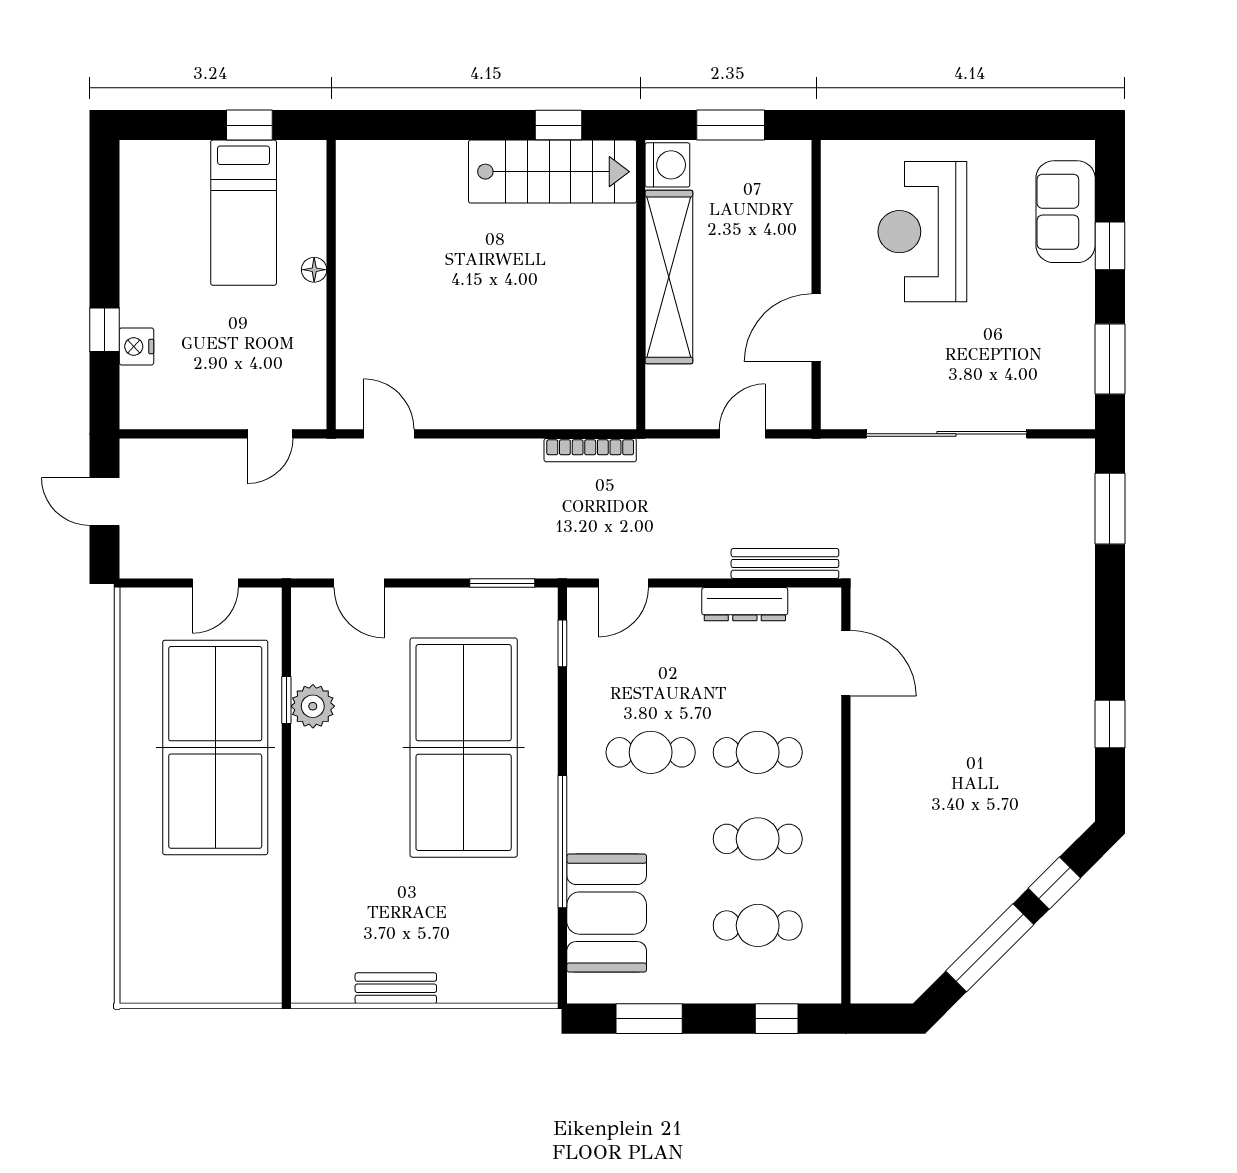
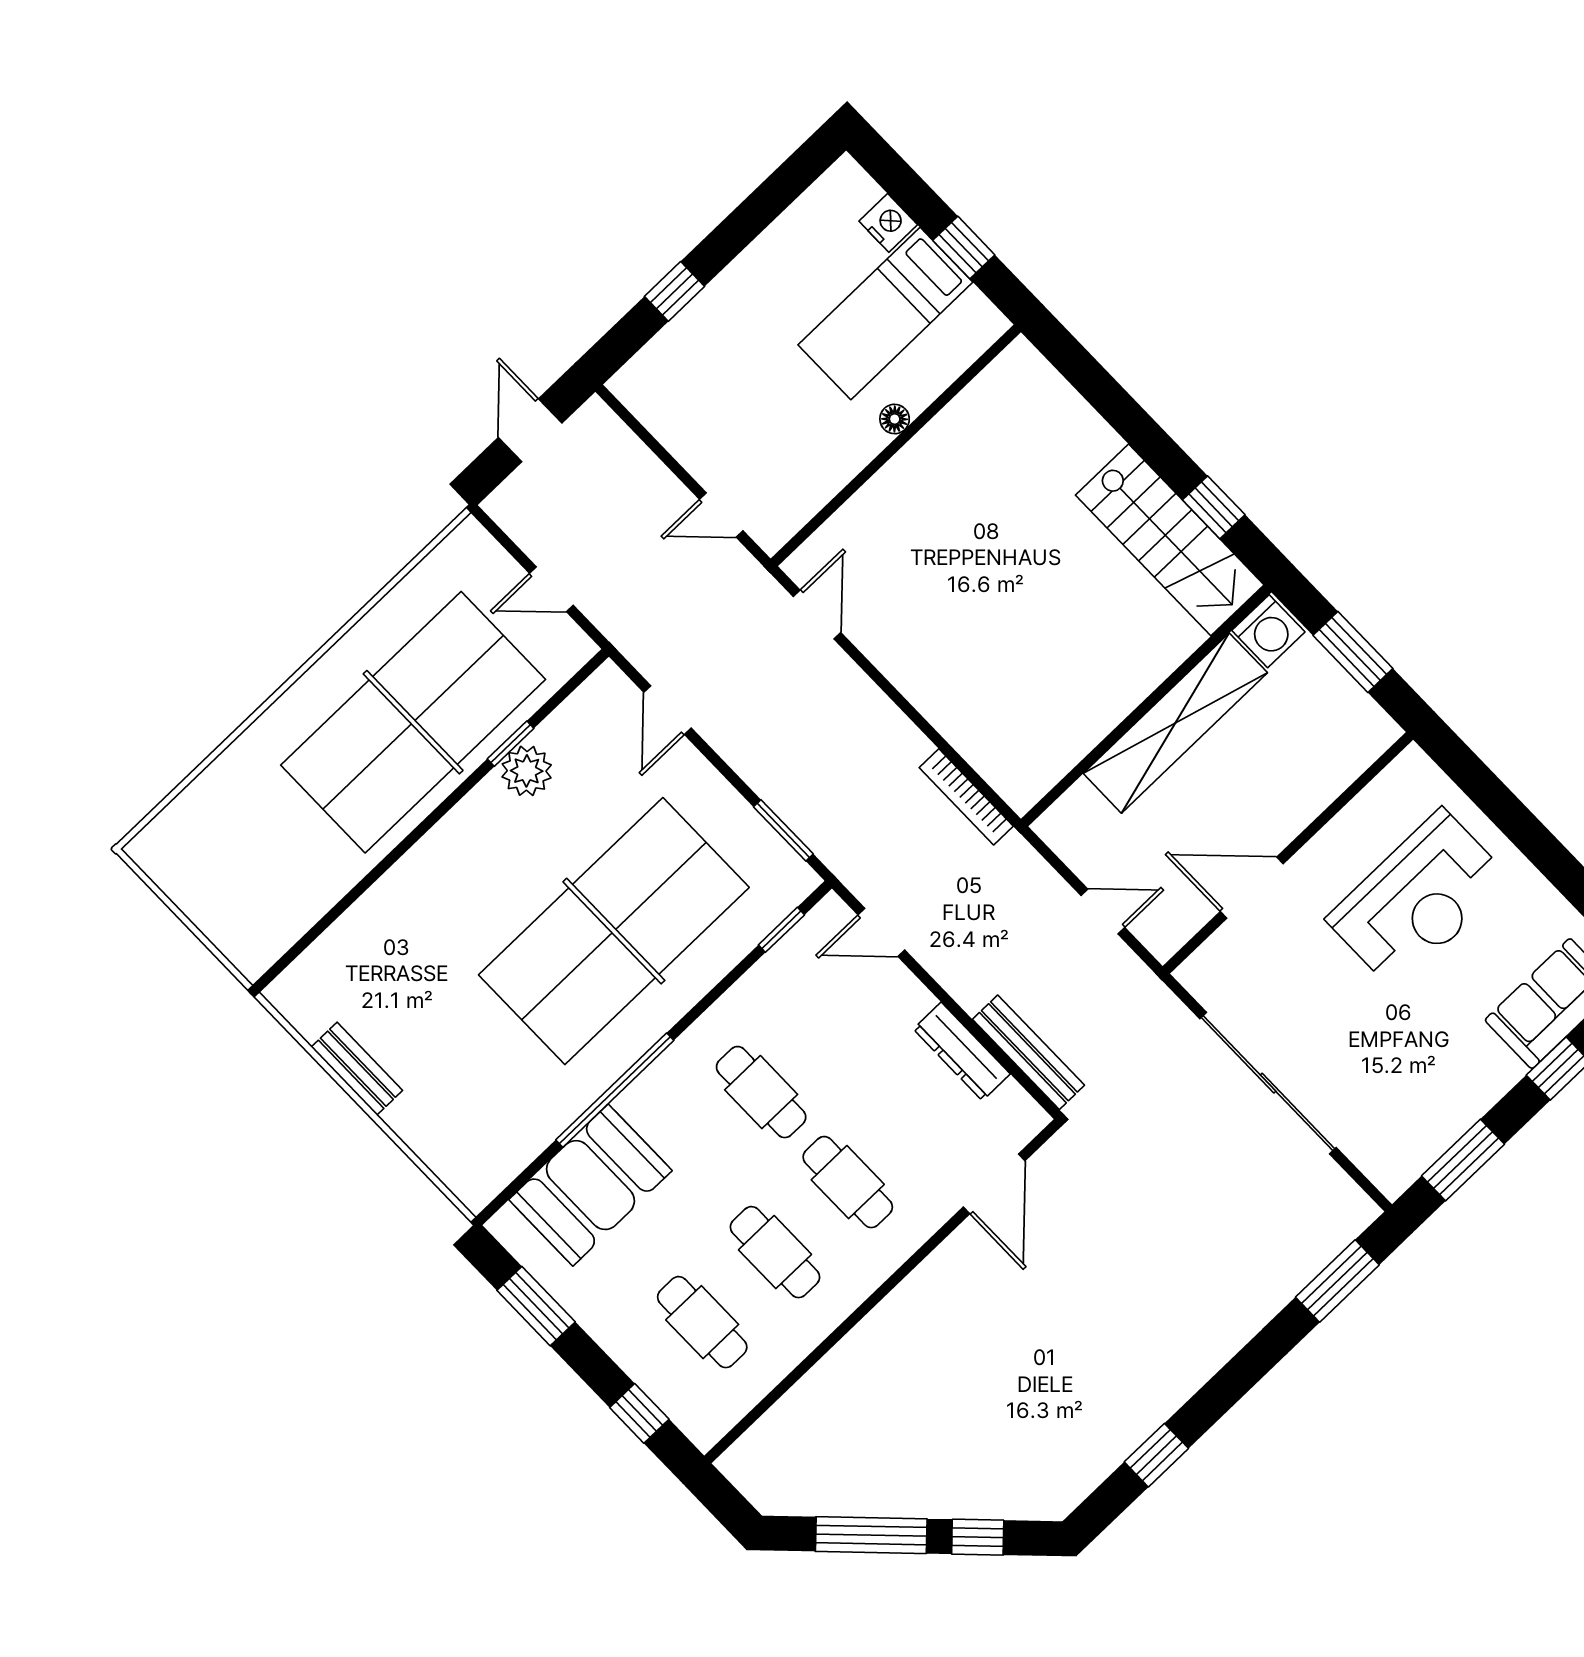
reception desk: (922, 232) -> (1418, 899), turned 180
nightstand: (136, 346) -> (888, 223), moved, turned 90

